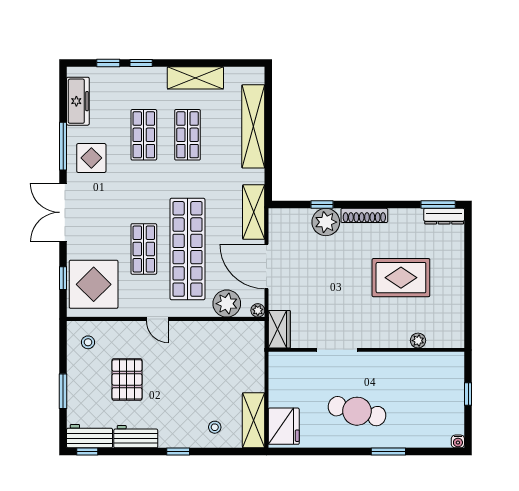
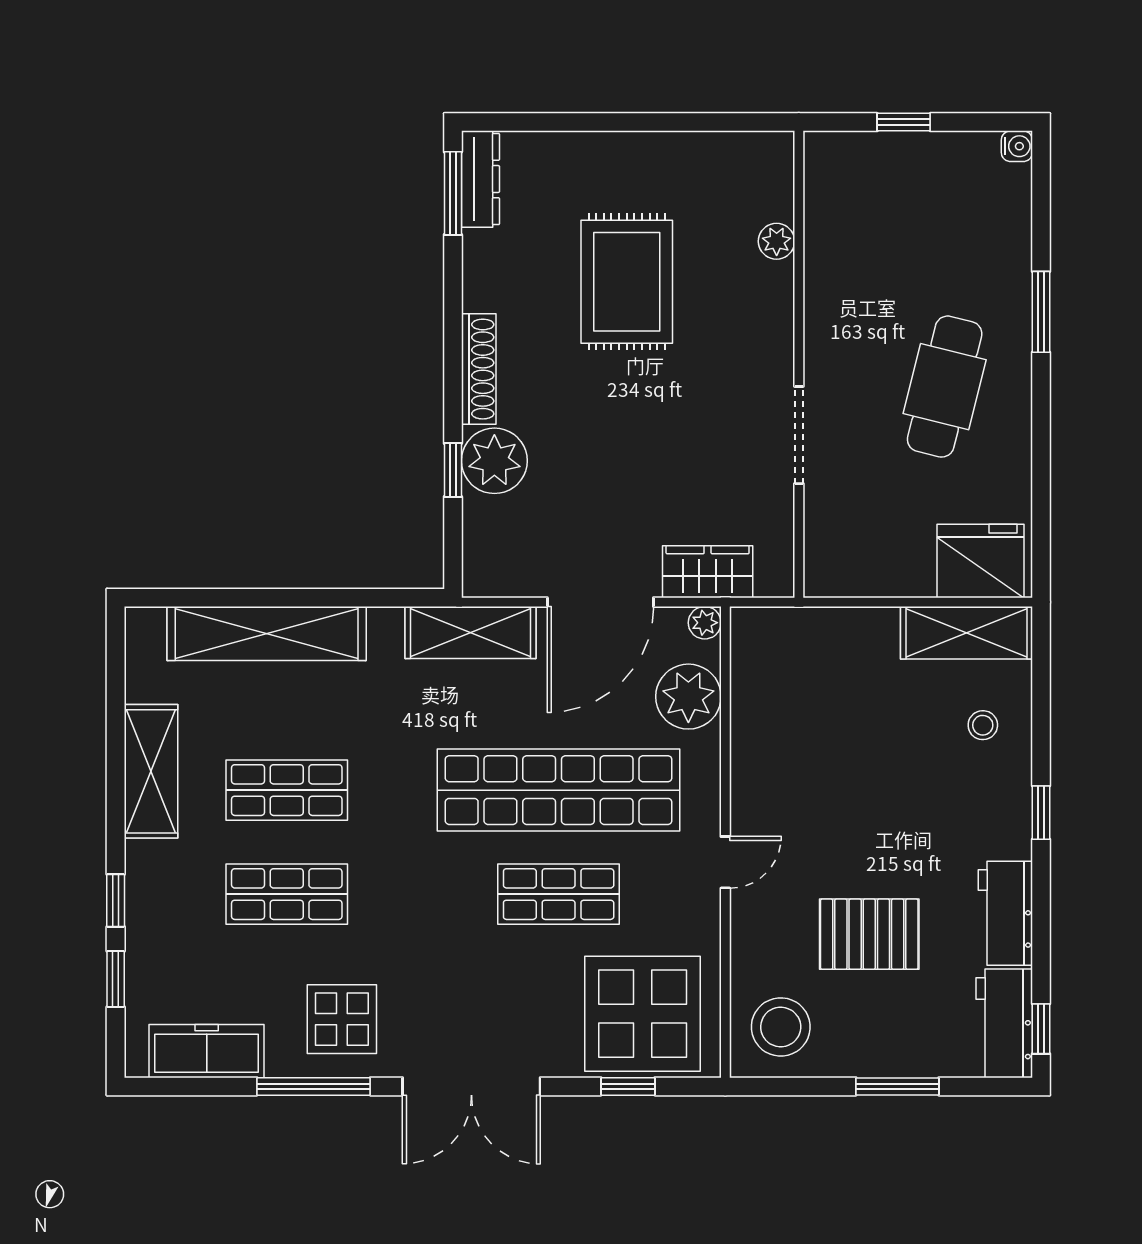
wardrobe: (279, 329) -> (708, 572), moved
stool: (88, 342) -> (781, 1027), width x1.89, depth x1.89

